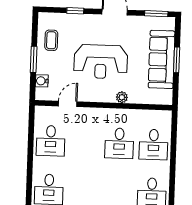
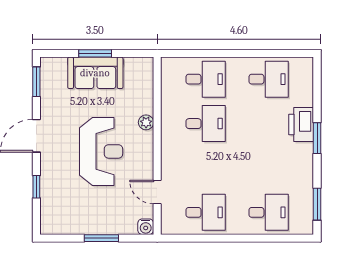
coffee table: (51, 40) -> (76, 216), removed
sofa: (162, 59) -> (95, 73), width x0.73
water cooler: (42, 81) -> (146, 227), moved

